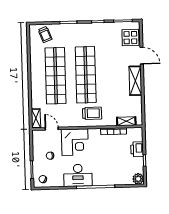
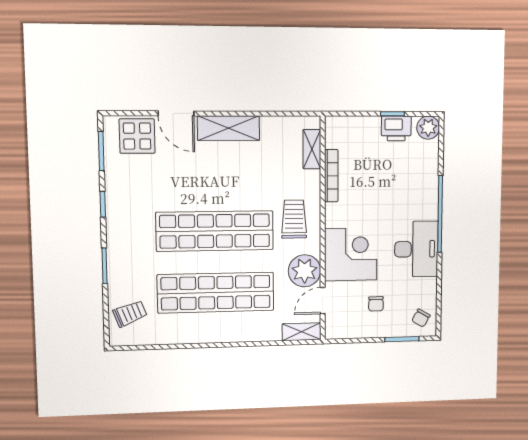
door: (142, 56) -> (176, 113), swing flipped
plant: (67, 119) -> (305, 271), added
printer: (137, 149) -> (396, 128), moved

